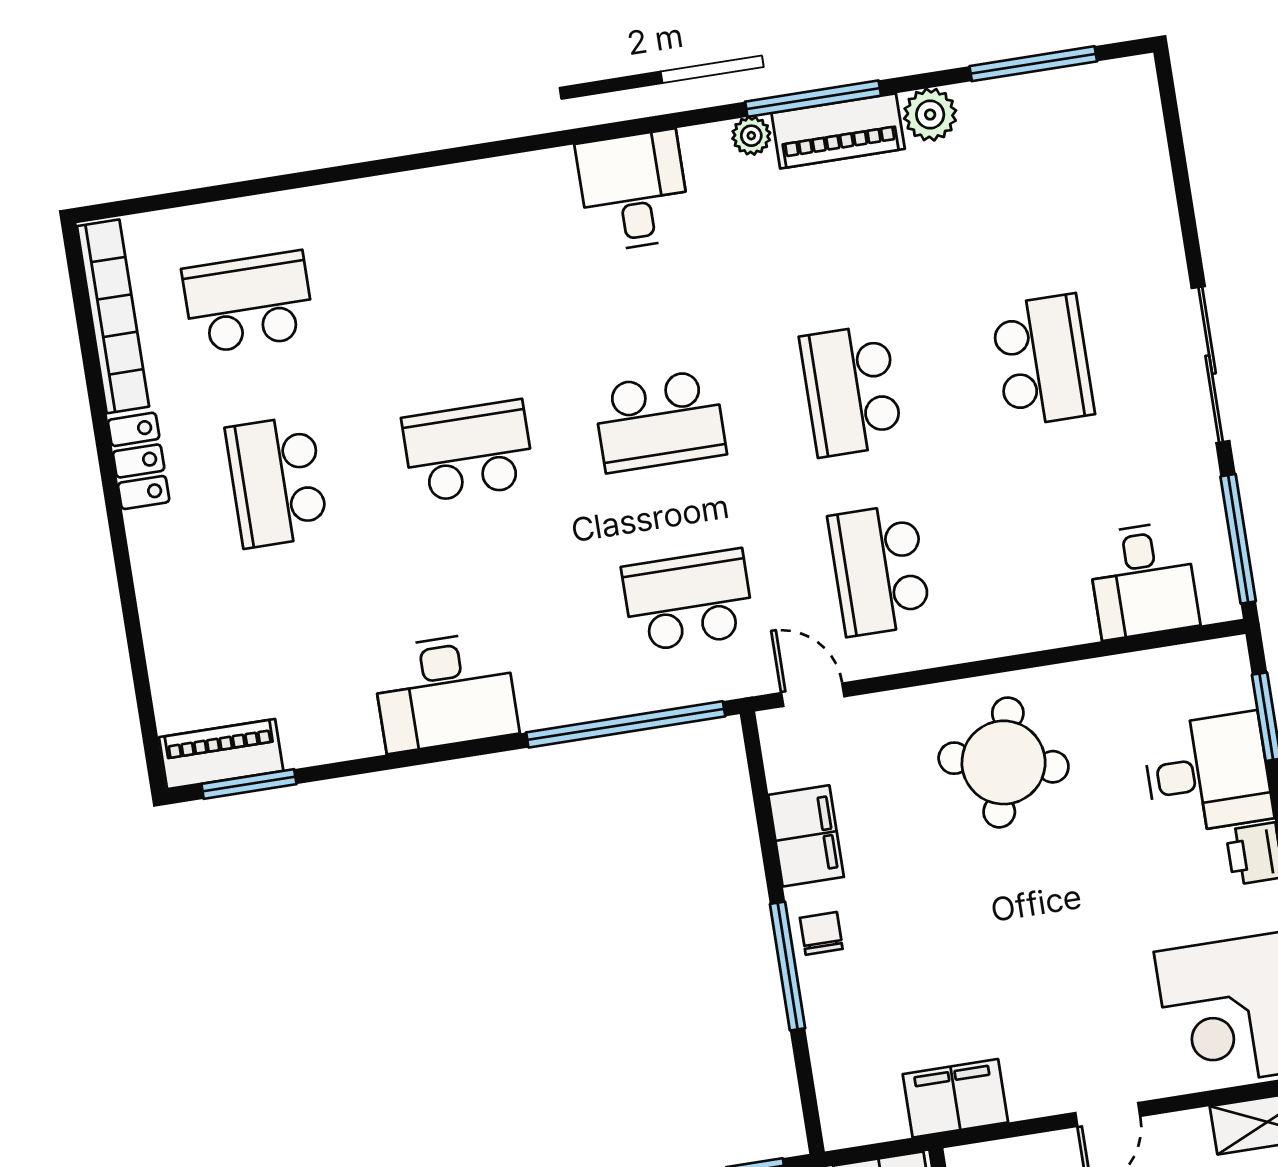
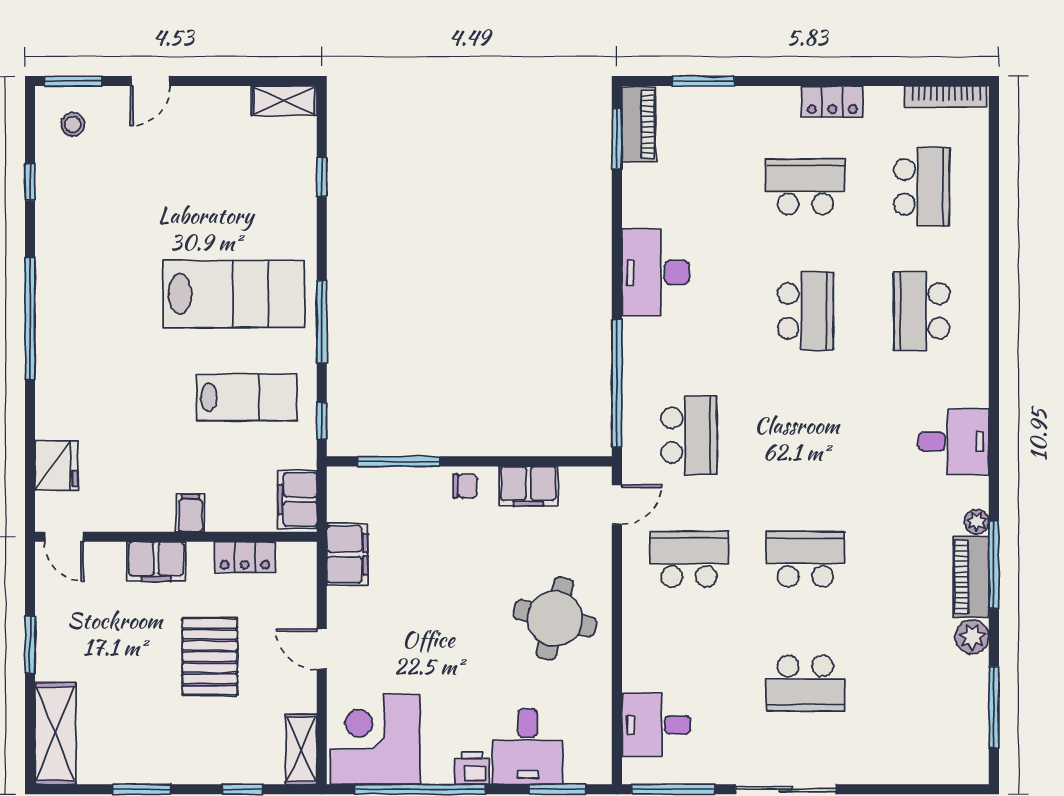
bookcase: (113, 316) -> (946, 96), width x0.68, depth x0.76
school desk: (660, 421) -> (922, 311), moved
window: (139, 665) -> (703, 81), added
window: (788, 966) -> (399, 461), moved

